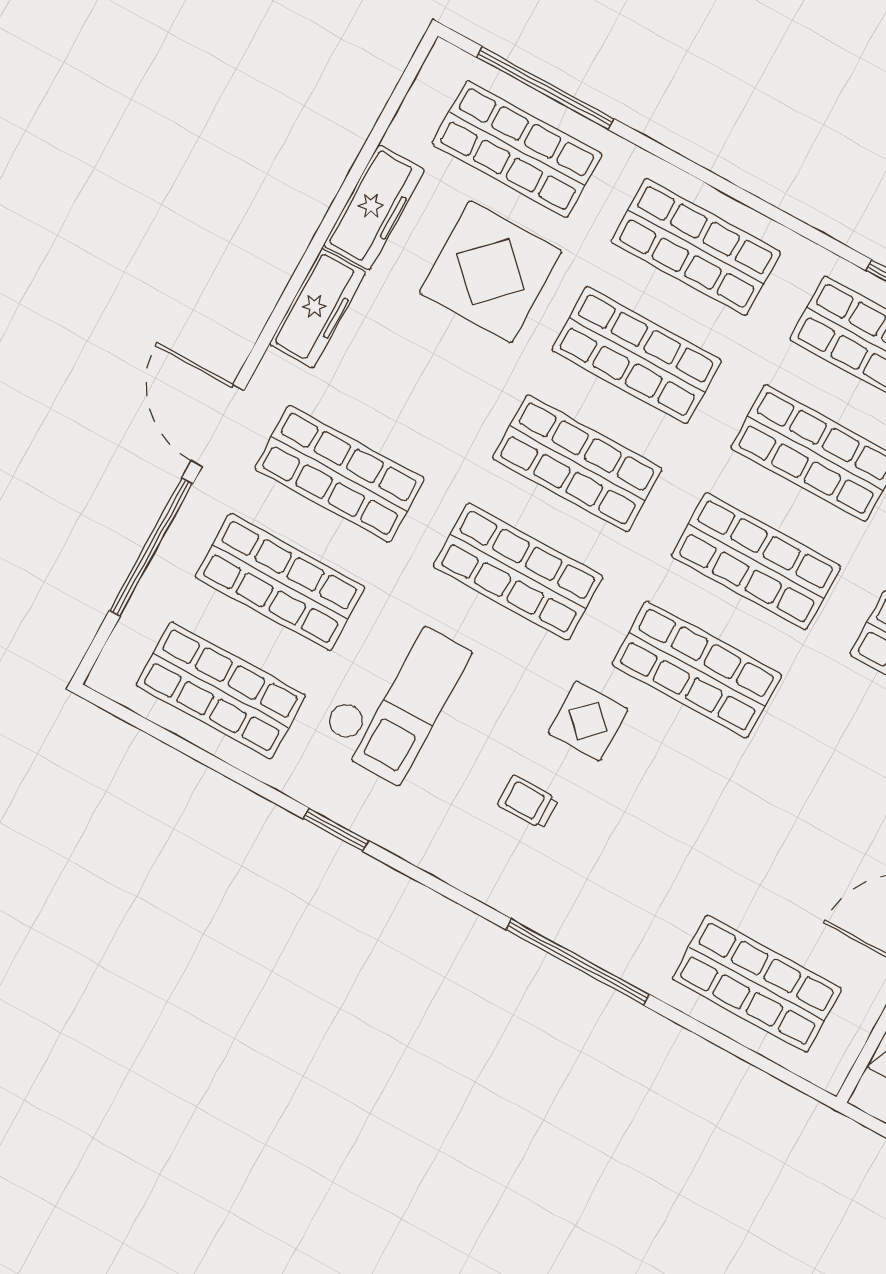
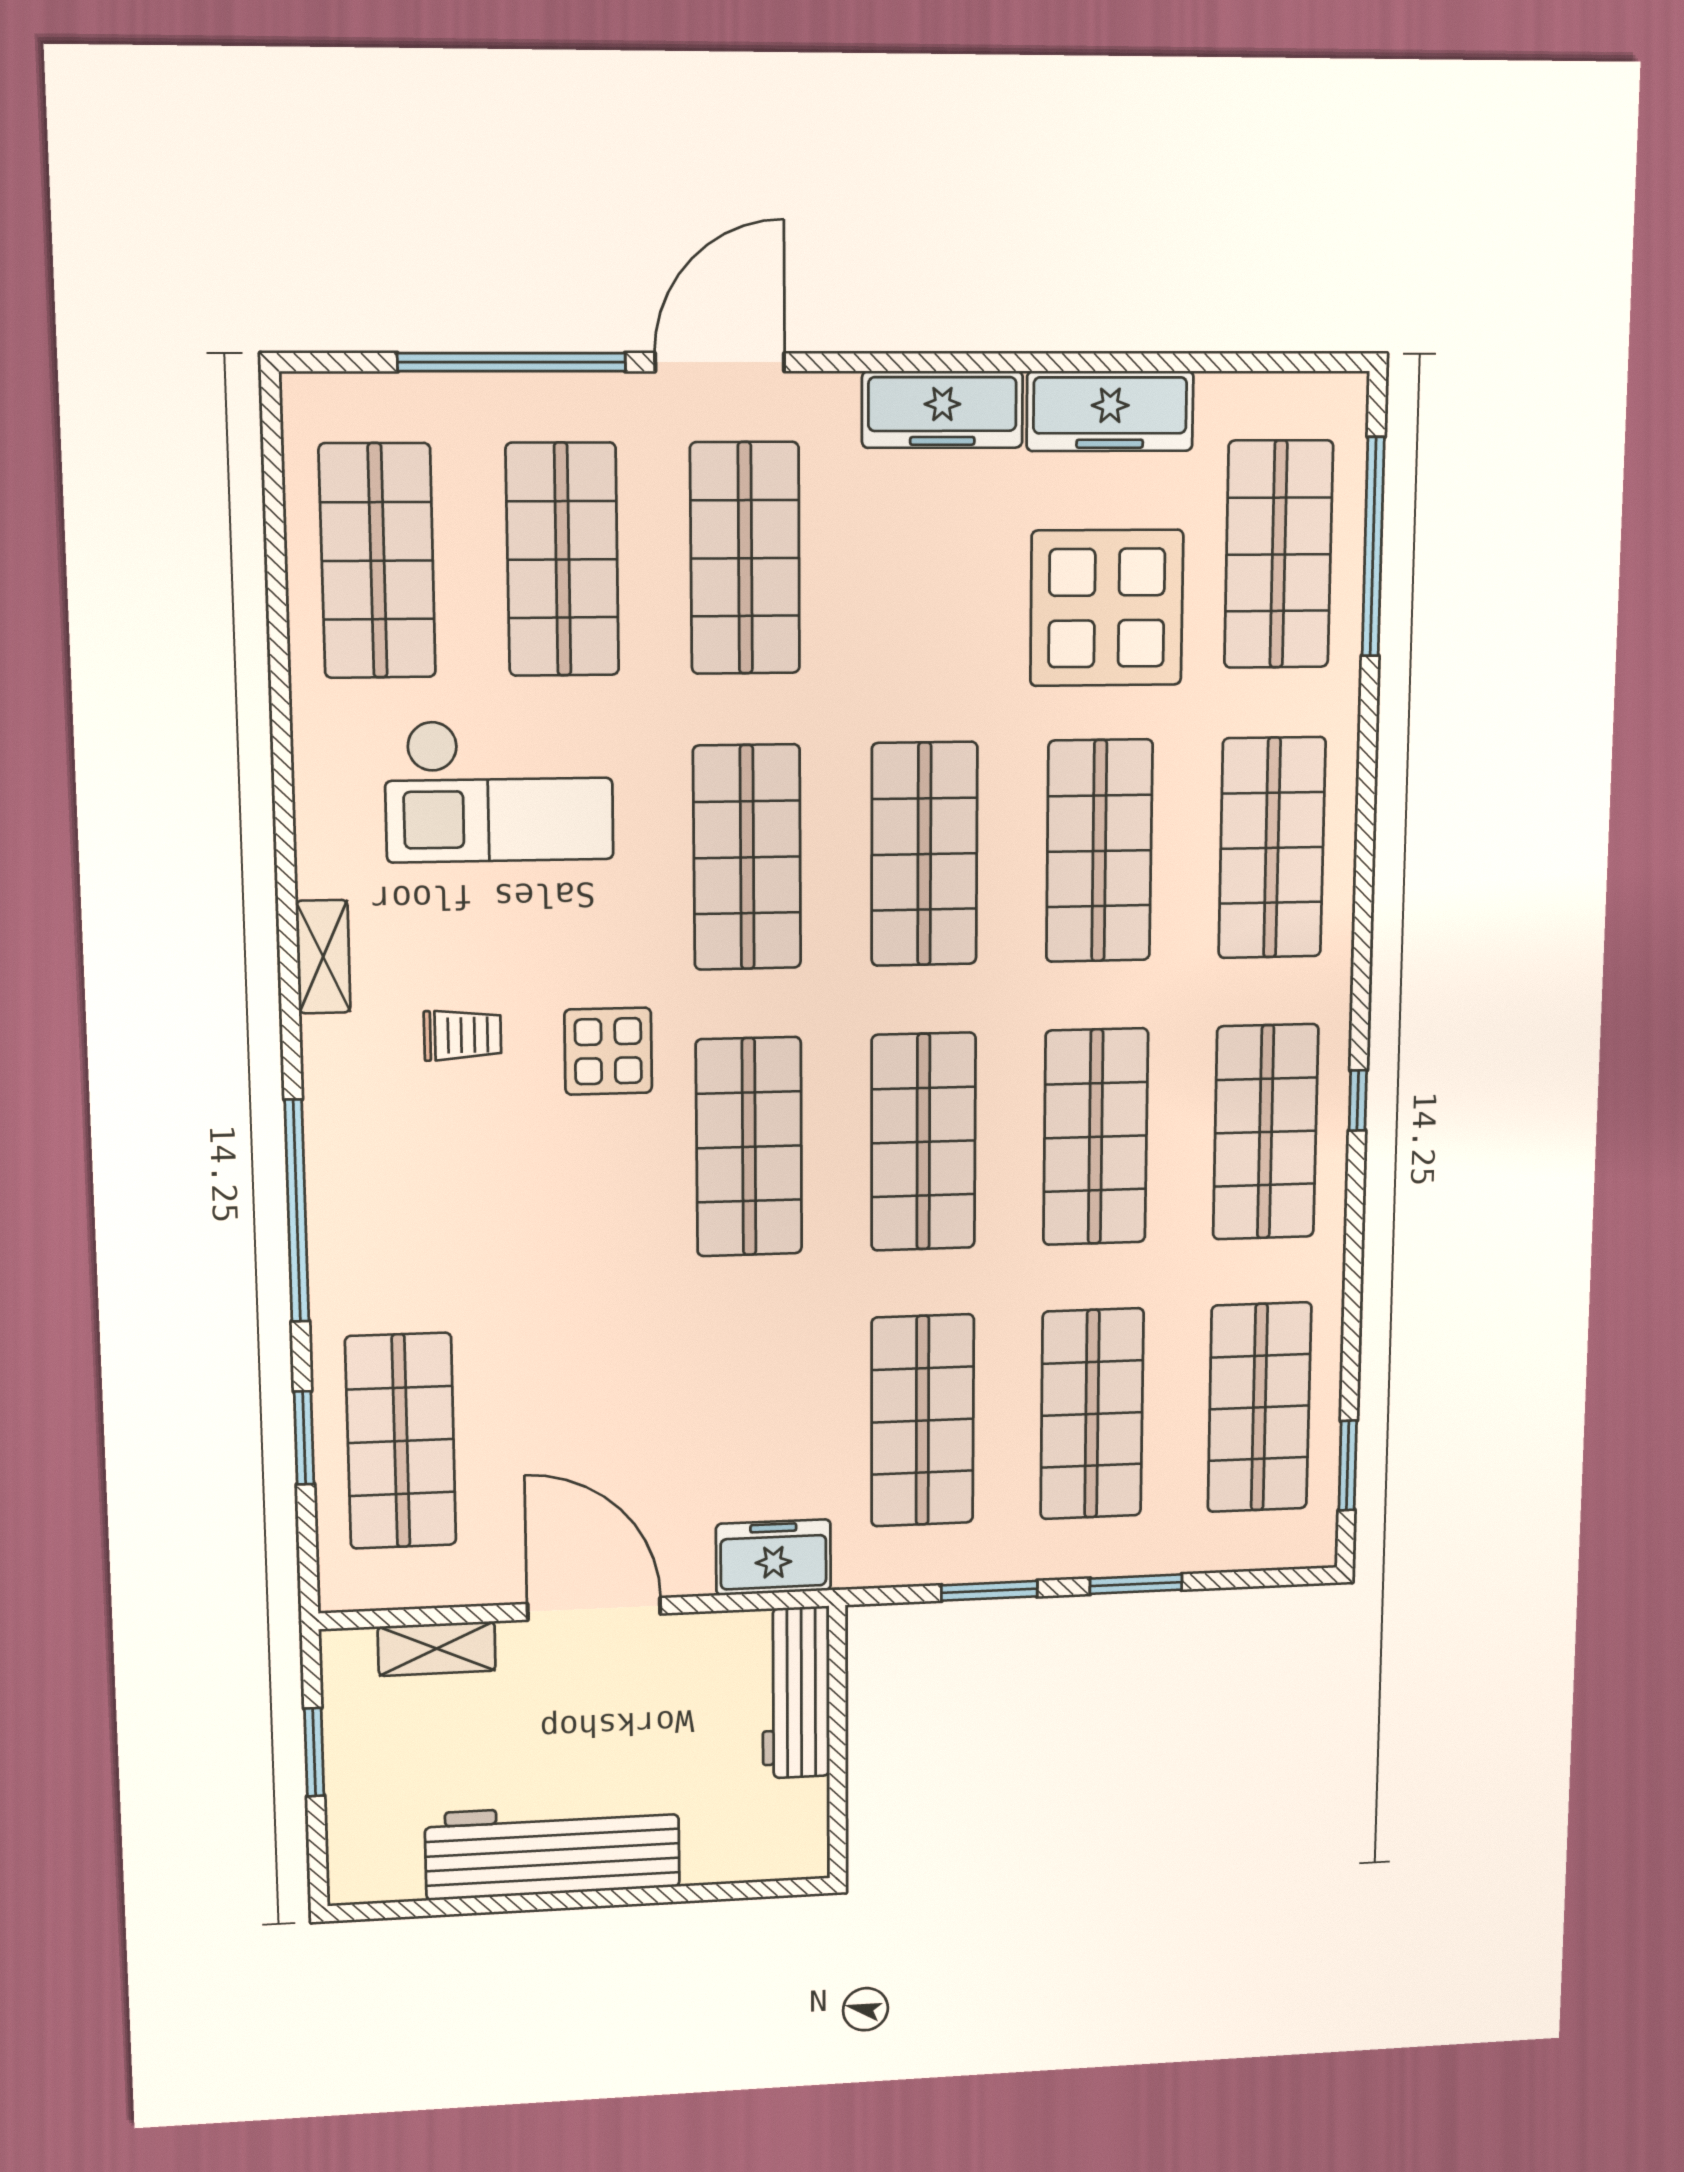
trolley: (528, 802) -> (463, 1035), turned 90
window: (336, 830) -> (304, 1438), moved
shelving: (434, 857) -> (323, 957), added

